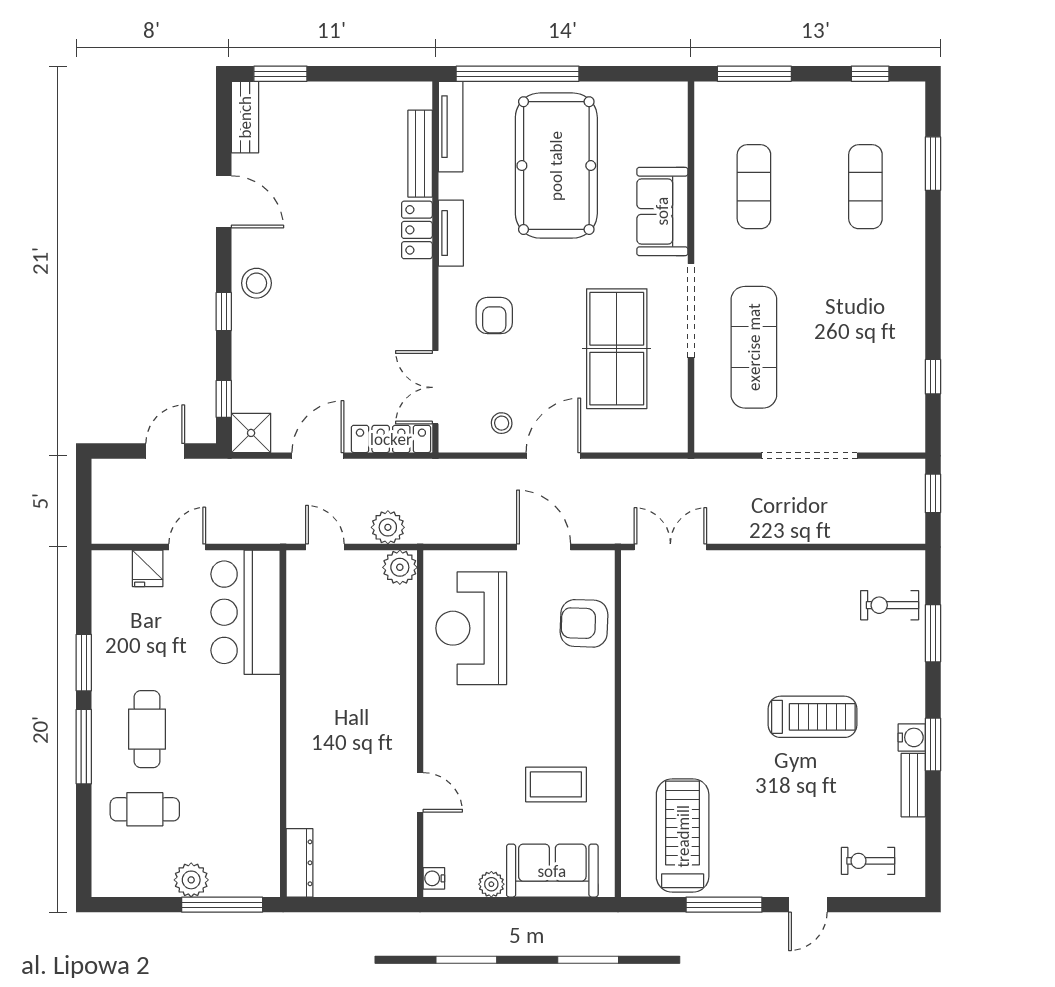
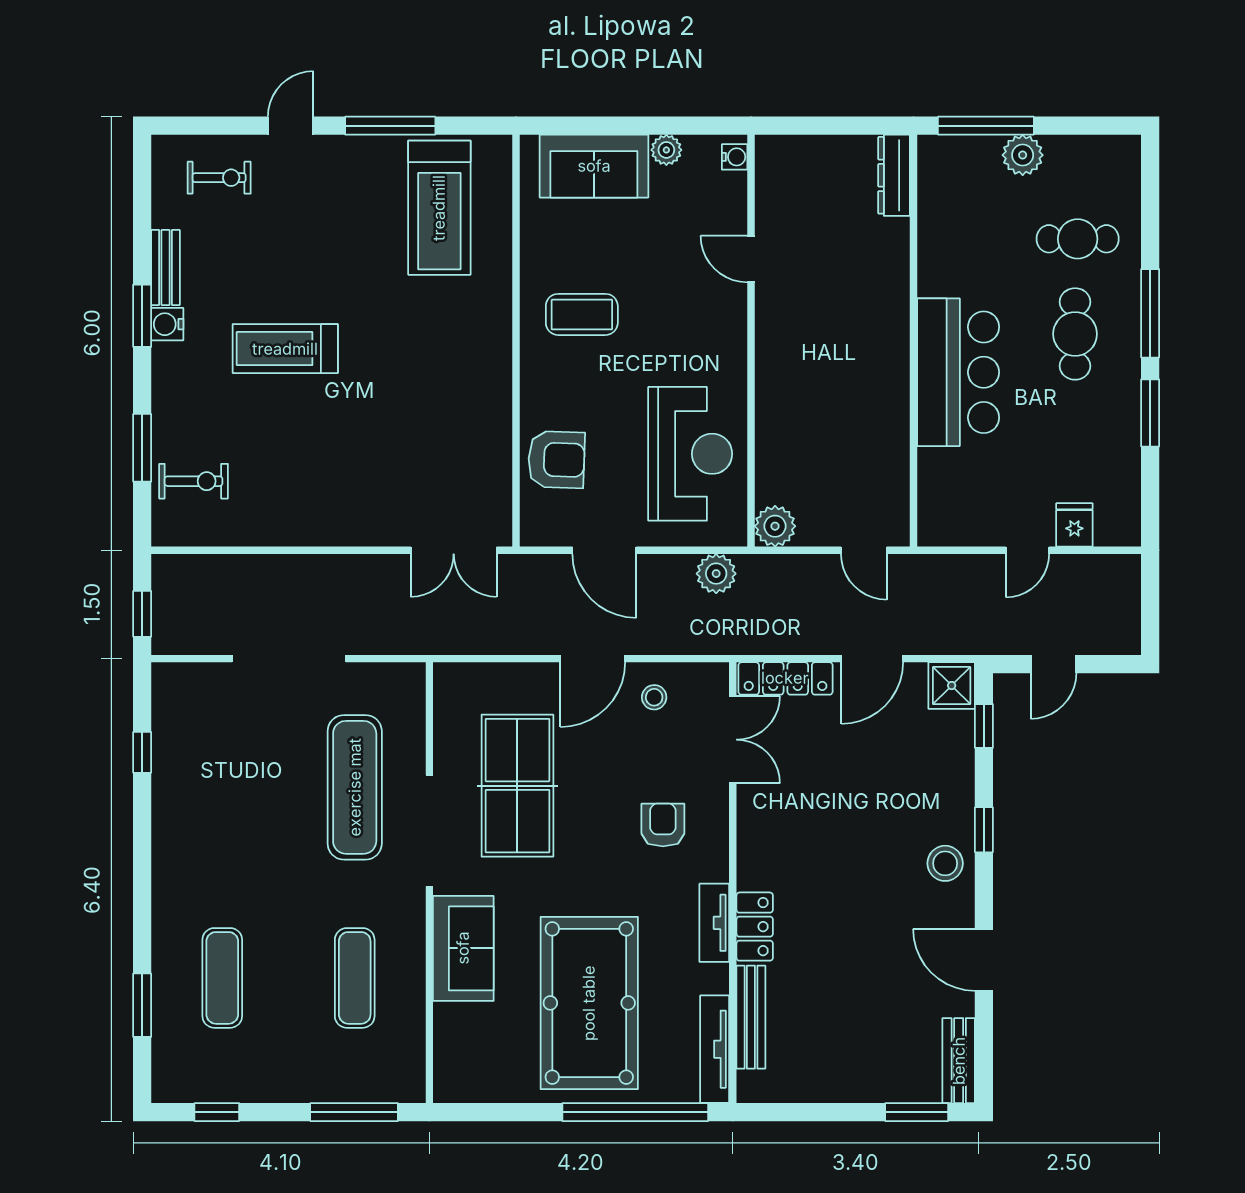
plant: (388, 527) -> (716, 574), moved
bar counter: (246, 612) -> (958, 372), moved
coffee table: (556, 784) -> (582, 314), moved

